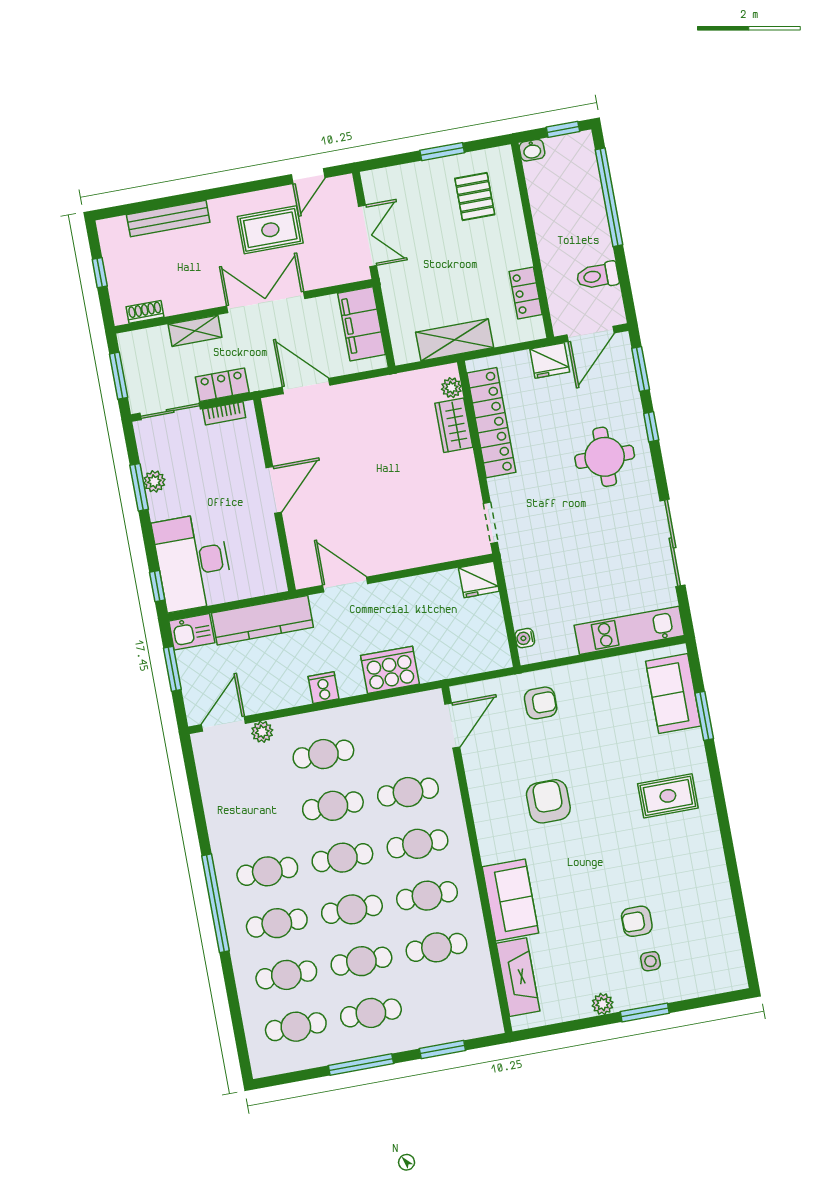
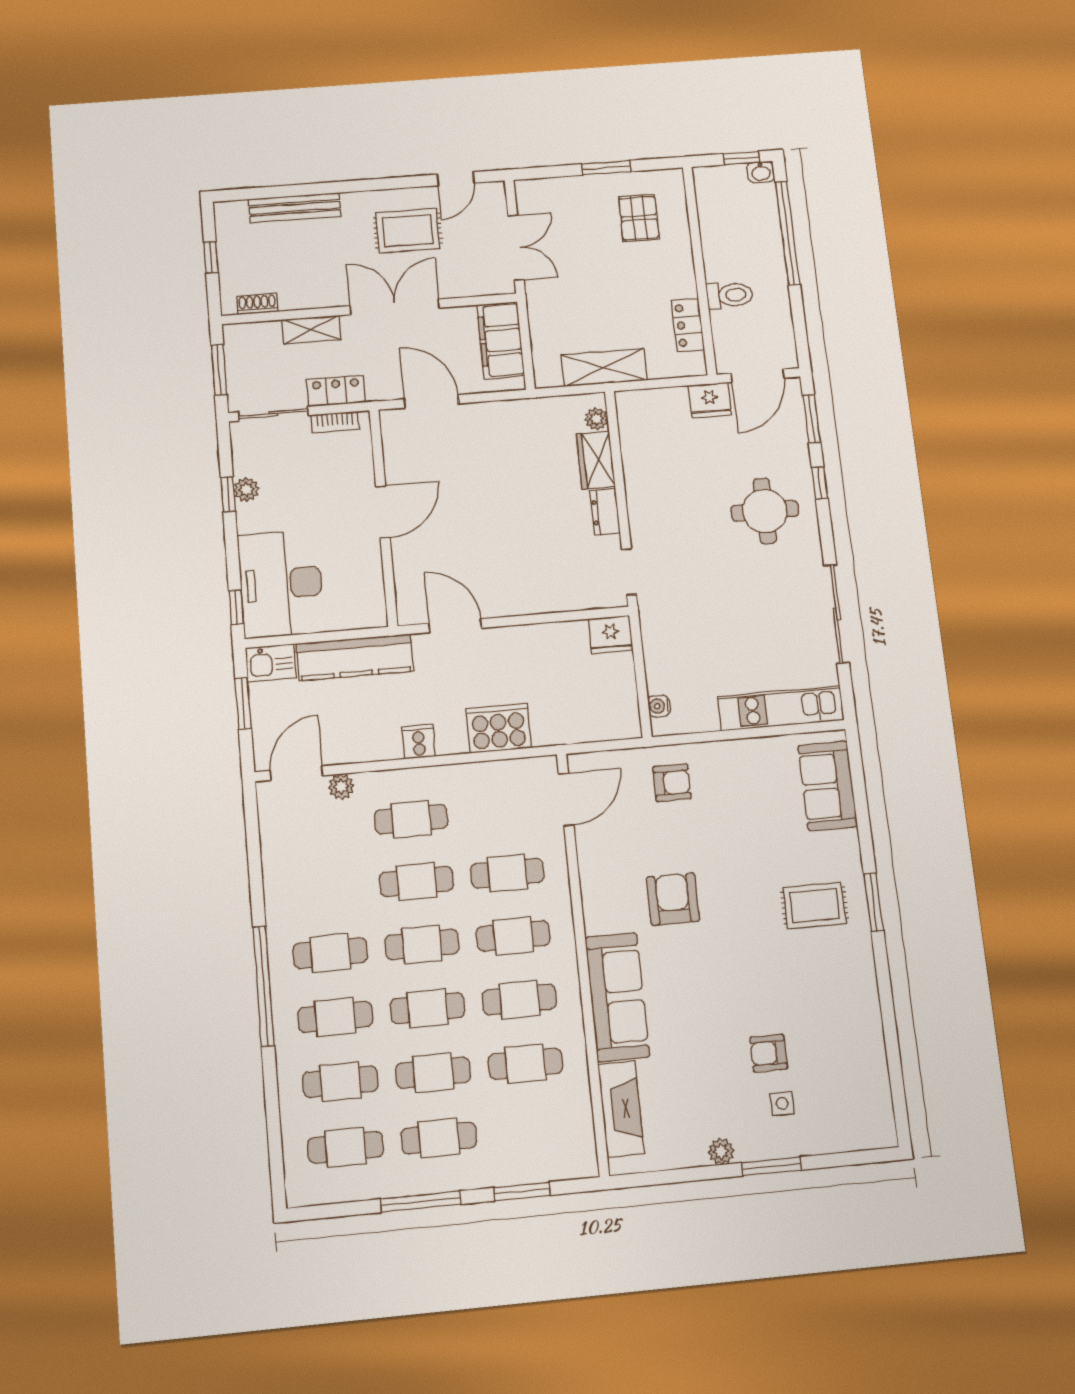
washbasin: (532, 150) -> (761, 172), moved
toilet: (598, 276) -> (729, 295), moved, turned 180
locker: (491, 423) -> (639, 461), removed
dresser: (466, 471) -> (605, 512), added
window: (139, 487) -> (228, 494), width x0.67
window: (704, 716) -> (874, 902), moved
sofa: (510, 900) -> (617, 997), width x1.36

